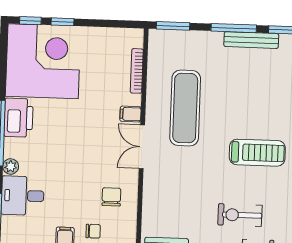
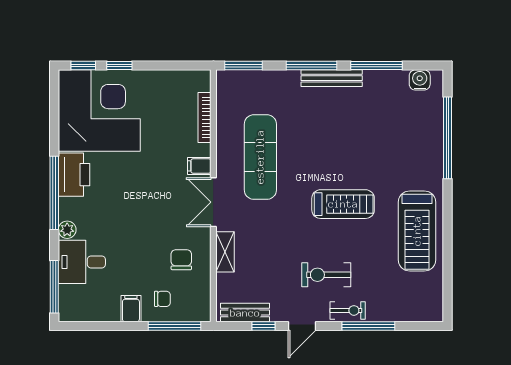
shelving: (151, 191) -> (225, 252), added

